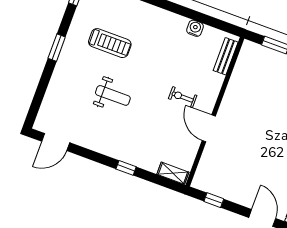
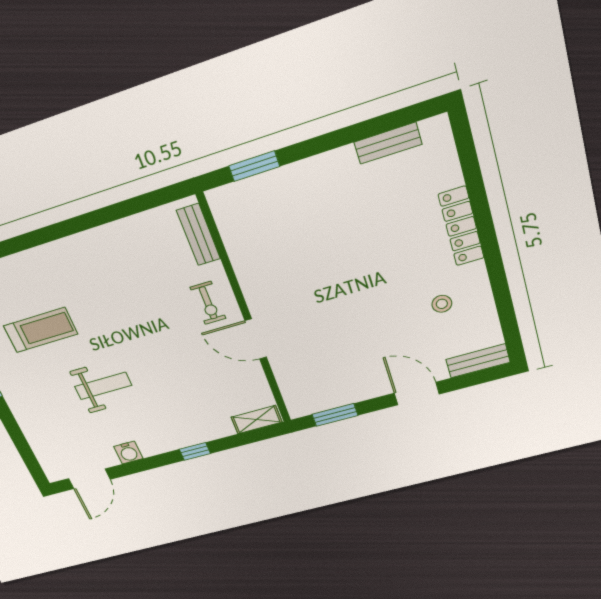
water cooler: (195, 28) -> (128, 453), moved, turned 180
exercise bike: (183, 97) -> (208, 303), moved, turned -90
window: (214, 200) -> (335, 415), width x1.50

